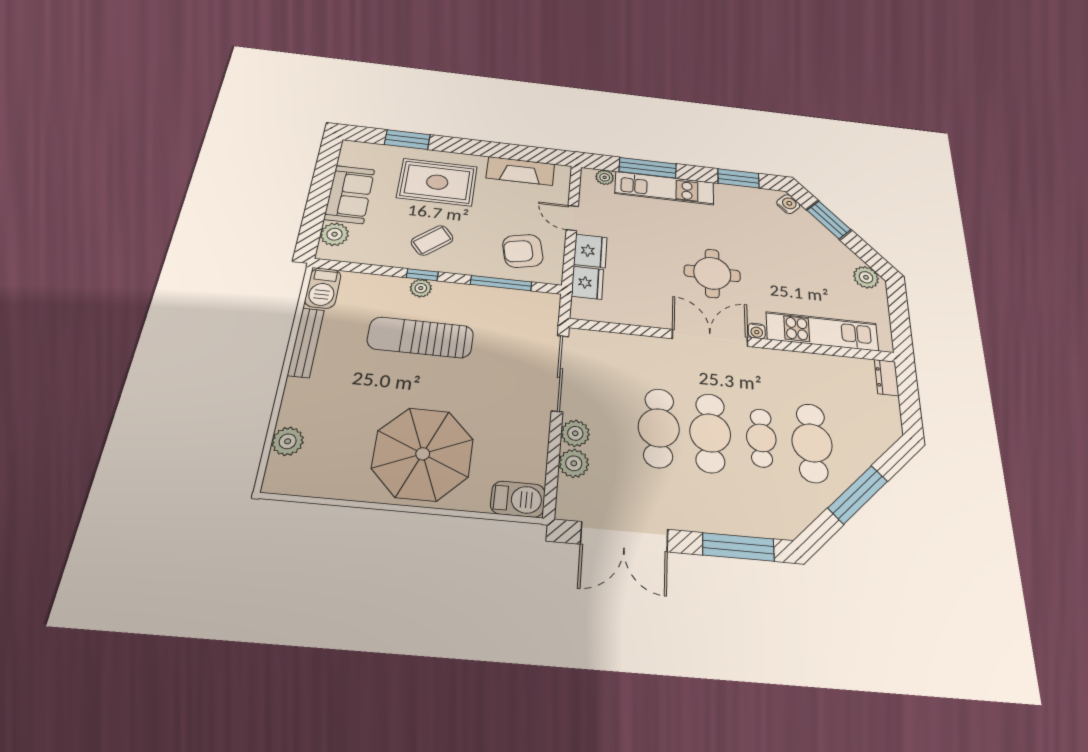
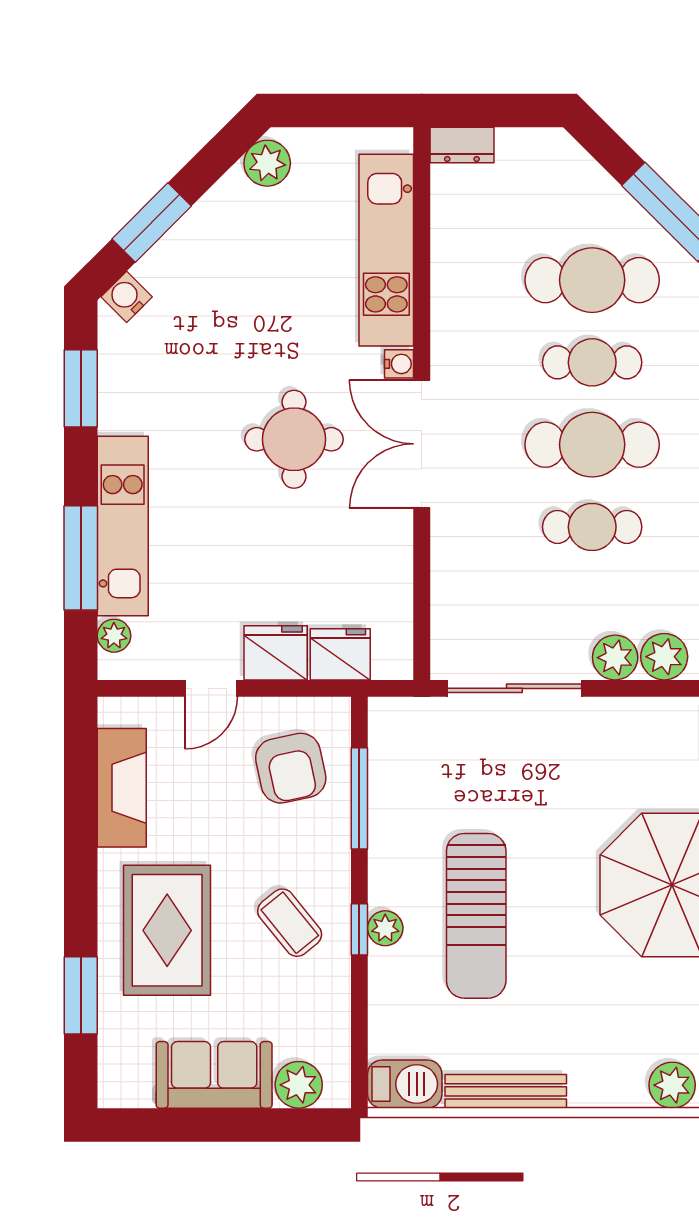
cafe table: (659, 428) -> (592, 527), width x0.73, depth x0.74

